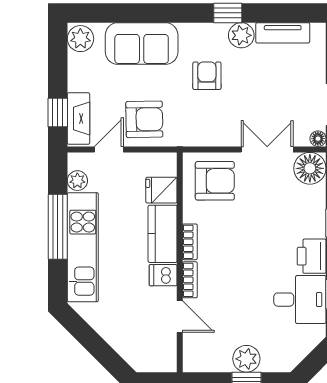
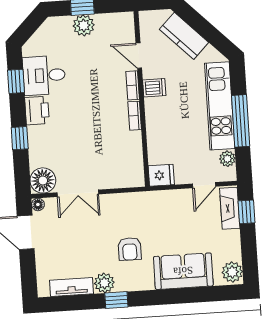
armchair: (144, 119) -> (177, 211), removed
armchair: (215, 181) -> (118, 166), removed
fridge: (161, 190) -> (161, 175), moved
kitchen counter: (163, 234) -> (184, 36), moved, turned 135

